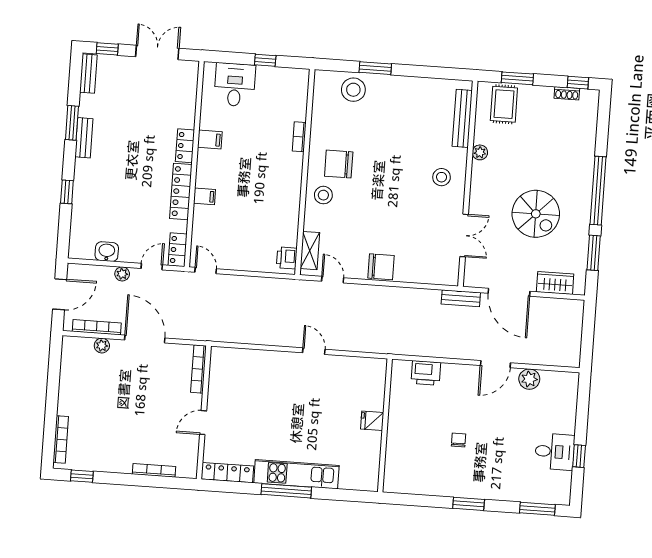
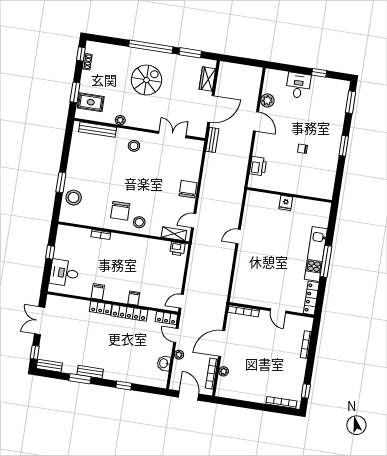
spiral stairs: (536, 214) -> (146, 80), moved
desk: (555, 452) -> (298, 86), moved

